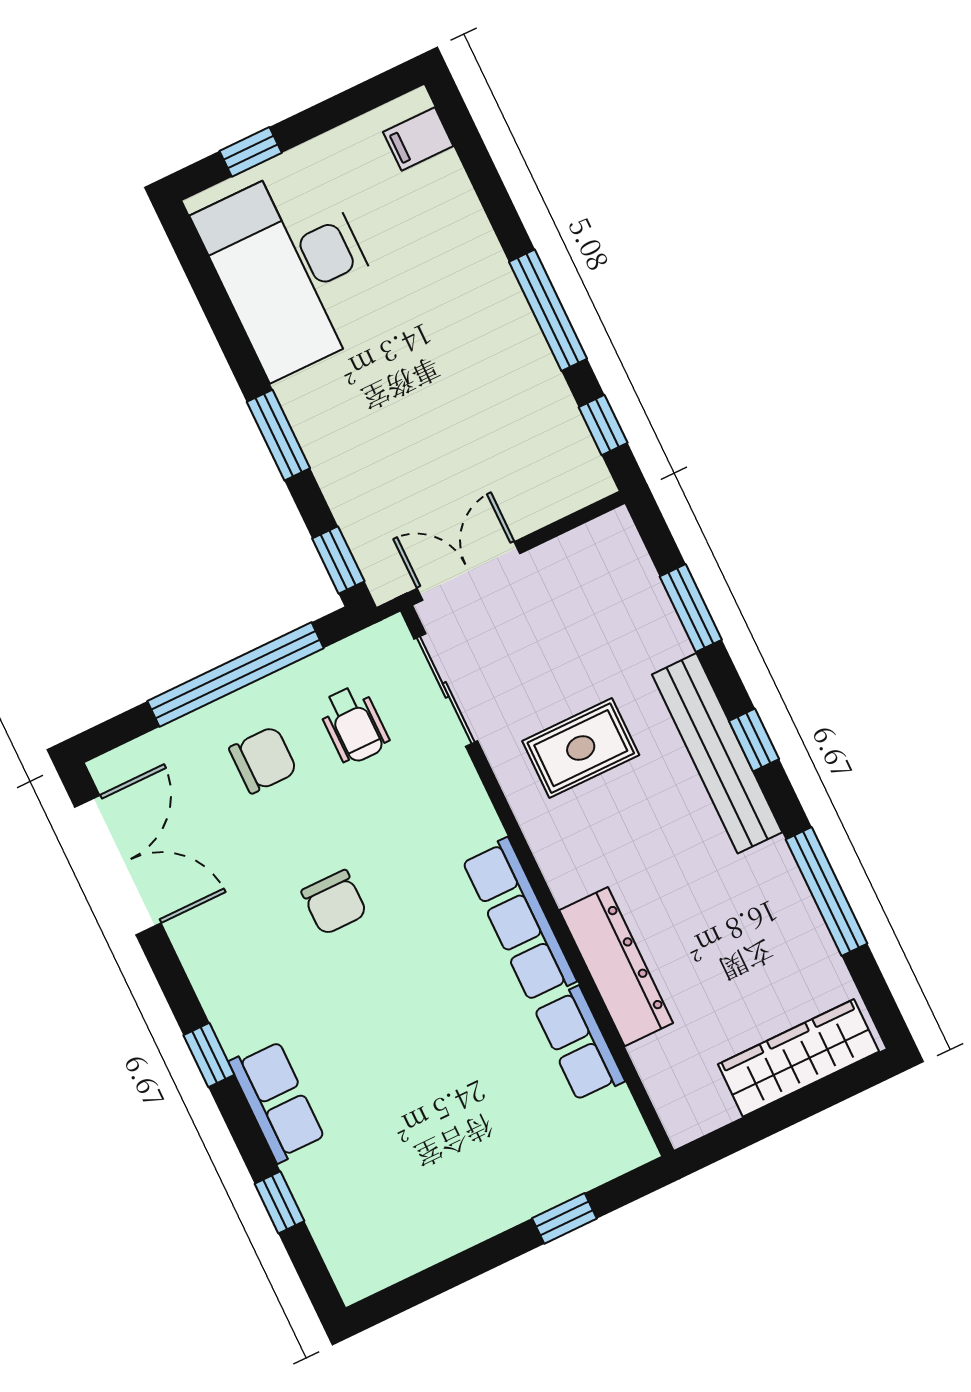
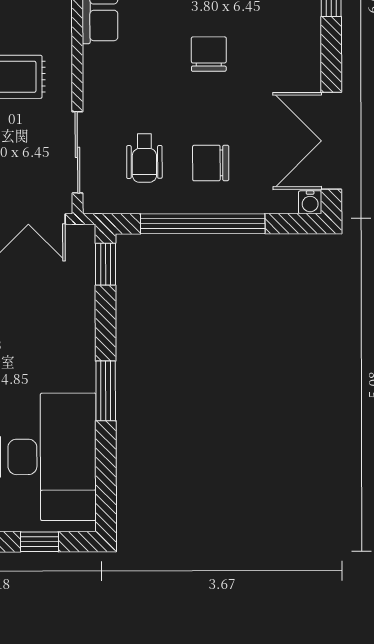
window: (278, 435) -> (106, 391), moved
wheelchair: (354, 725) -> (144, 158), turned 180
water cooler: (107, 771) -> (310, 202), added

